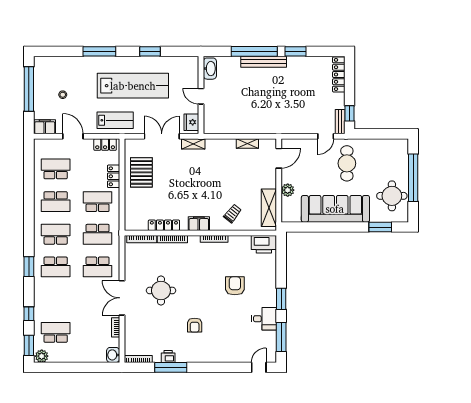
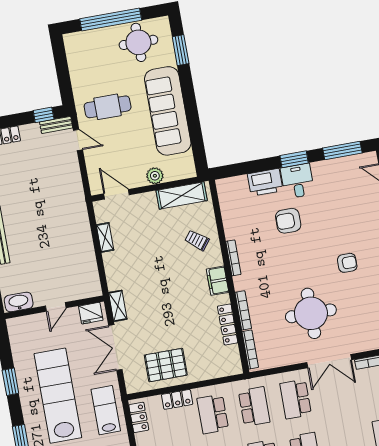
printer: (264, 244) -> (265, 182), moved, turned 90
school desk: (98, 267) -> (296, 399), turned 180
round table: (161, 290) -> (311, 313), width x1.36, depth x1.36
desk: (264, 319) -> (297, 181), moved

